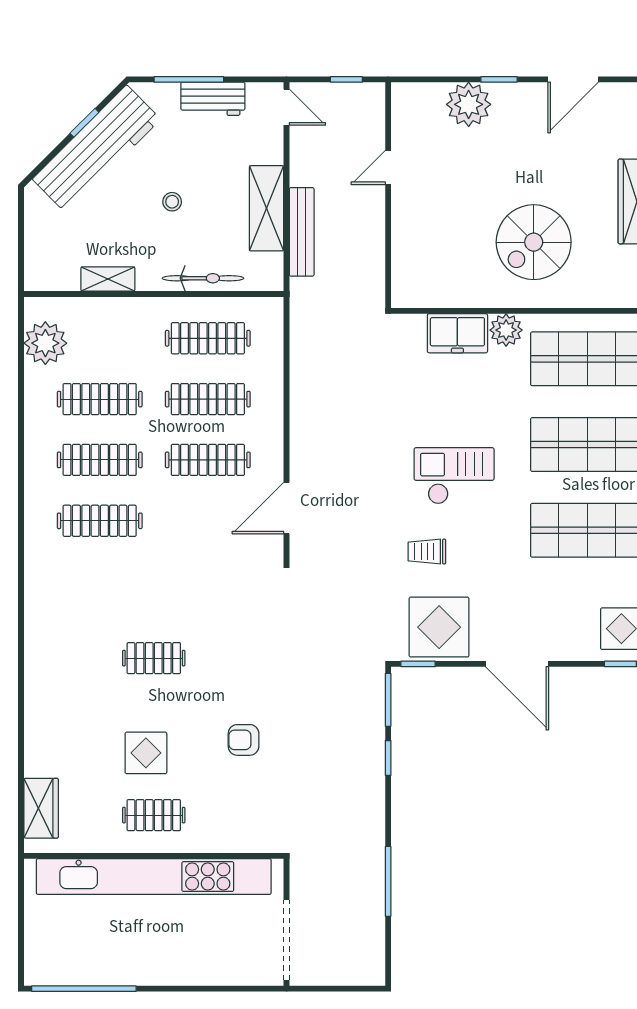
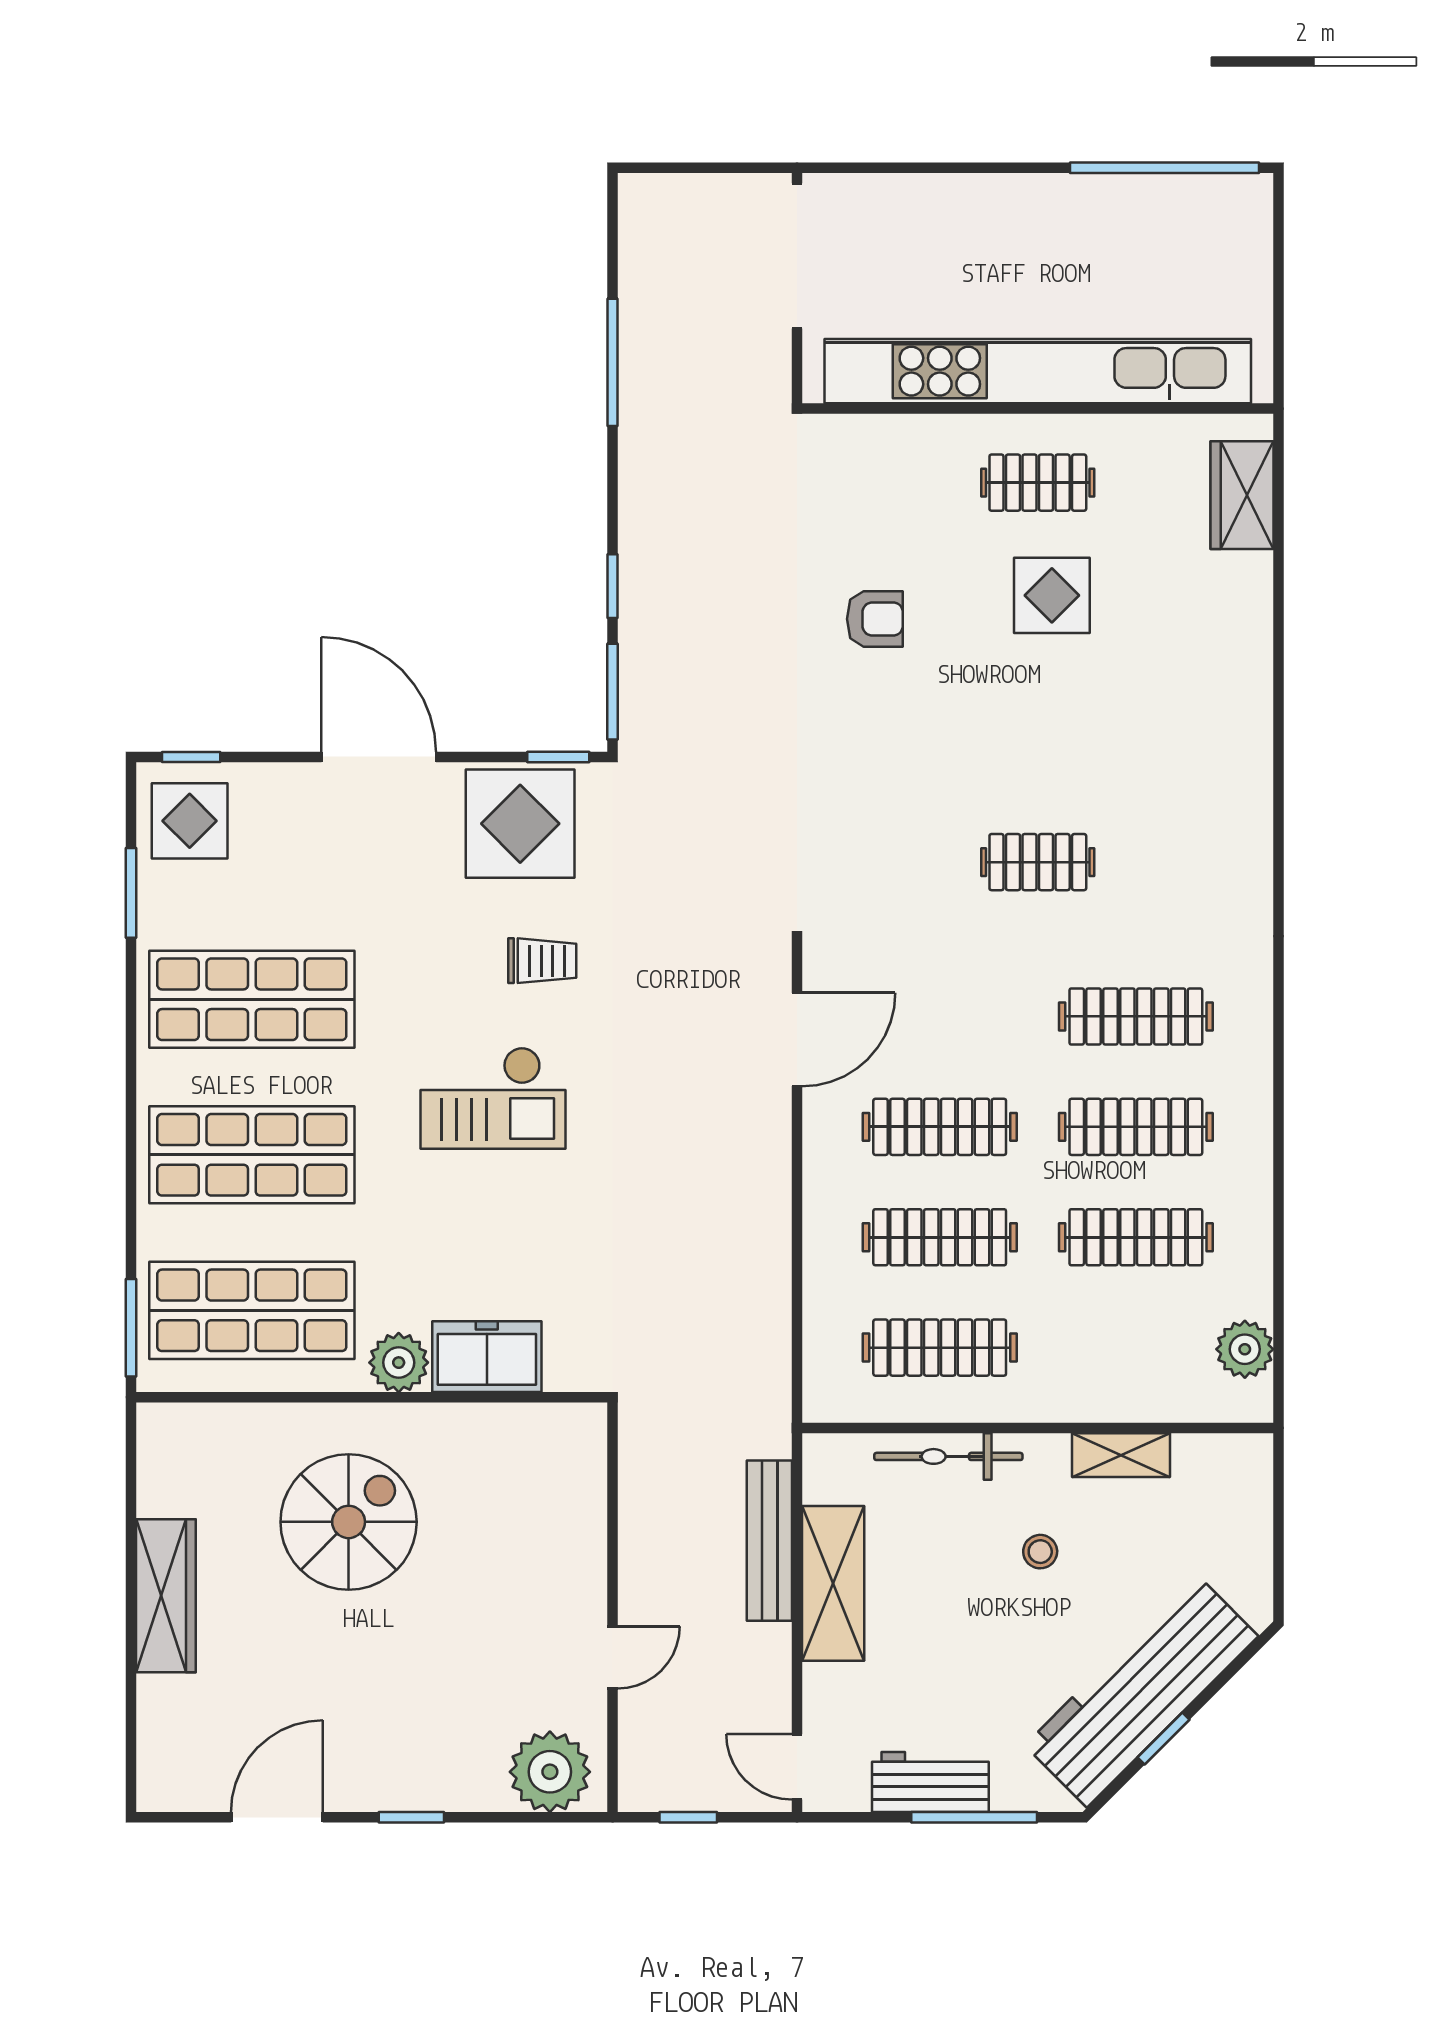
plant: (469, 104) -> (550, 1772), moved
stool: (172, 202) -> (1040, 1552), moved
plant: (45, 343) -> (1245, 1349), width x0.73, depth x0.73
clothes rail: (154, 658) -> (1038, 862), moved

